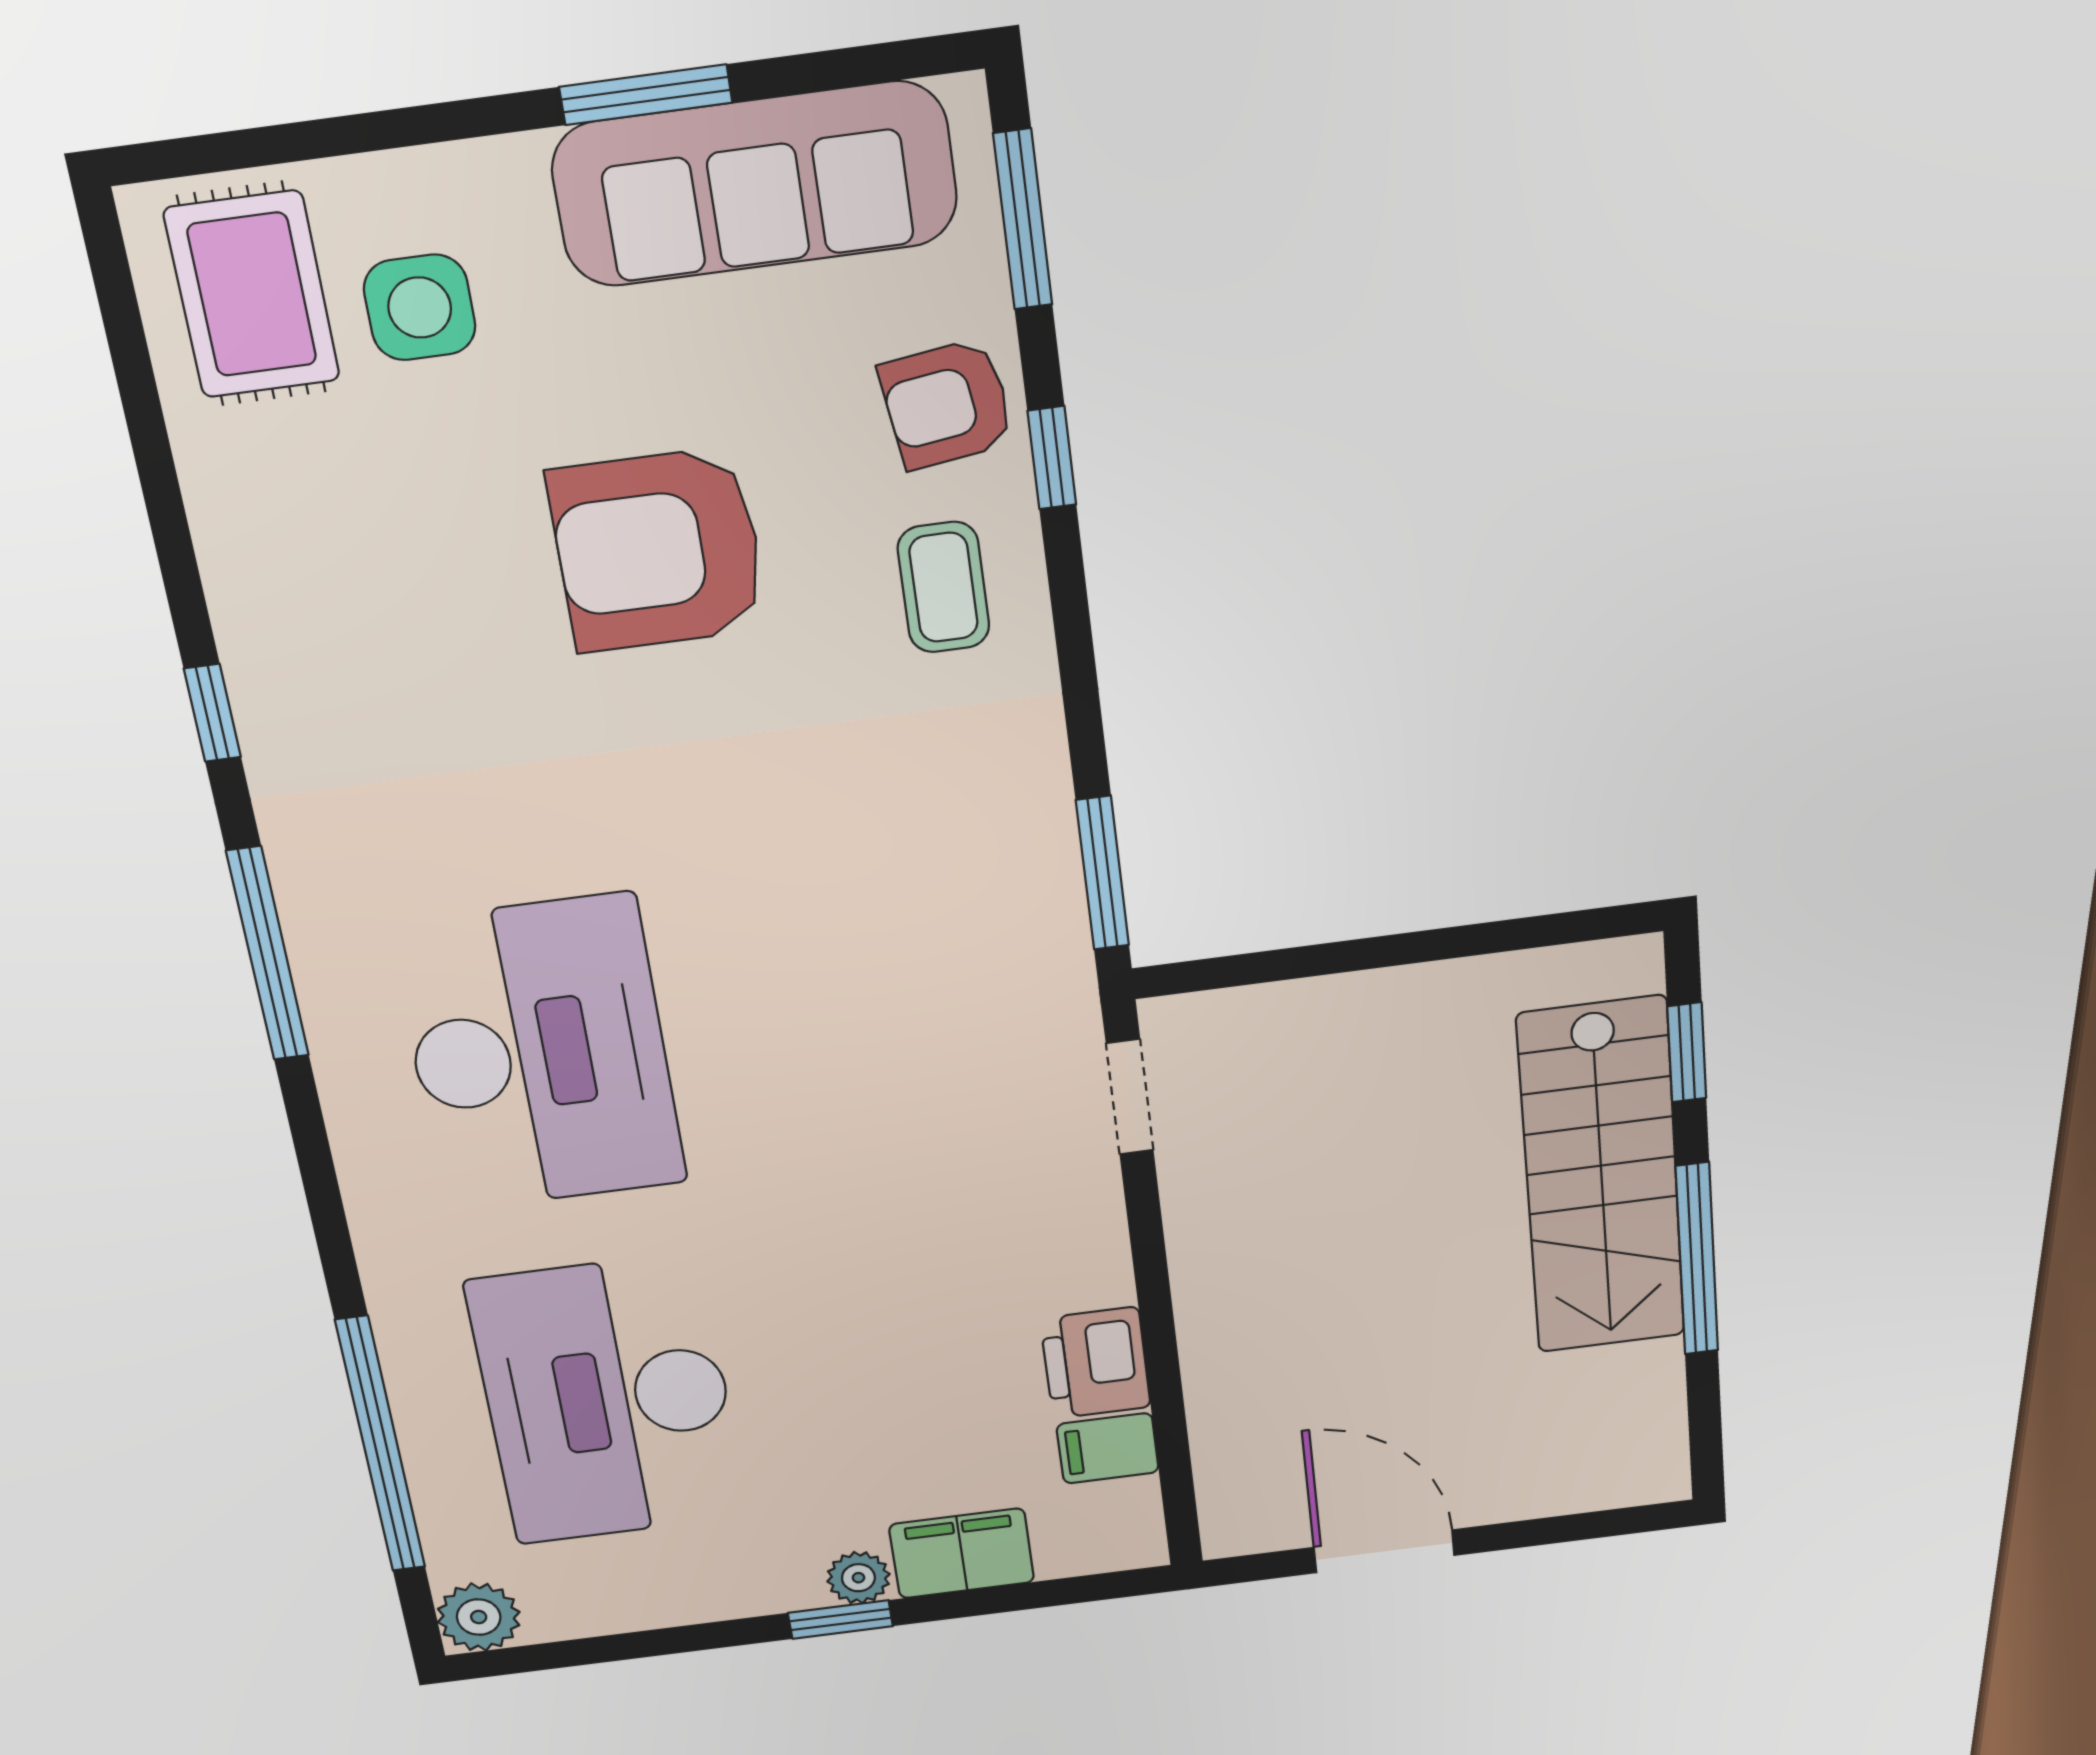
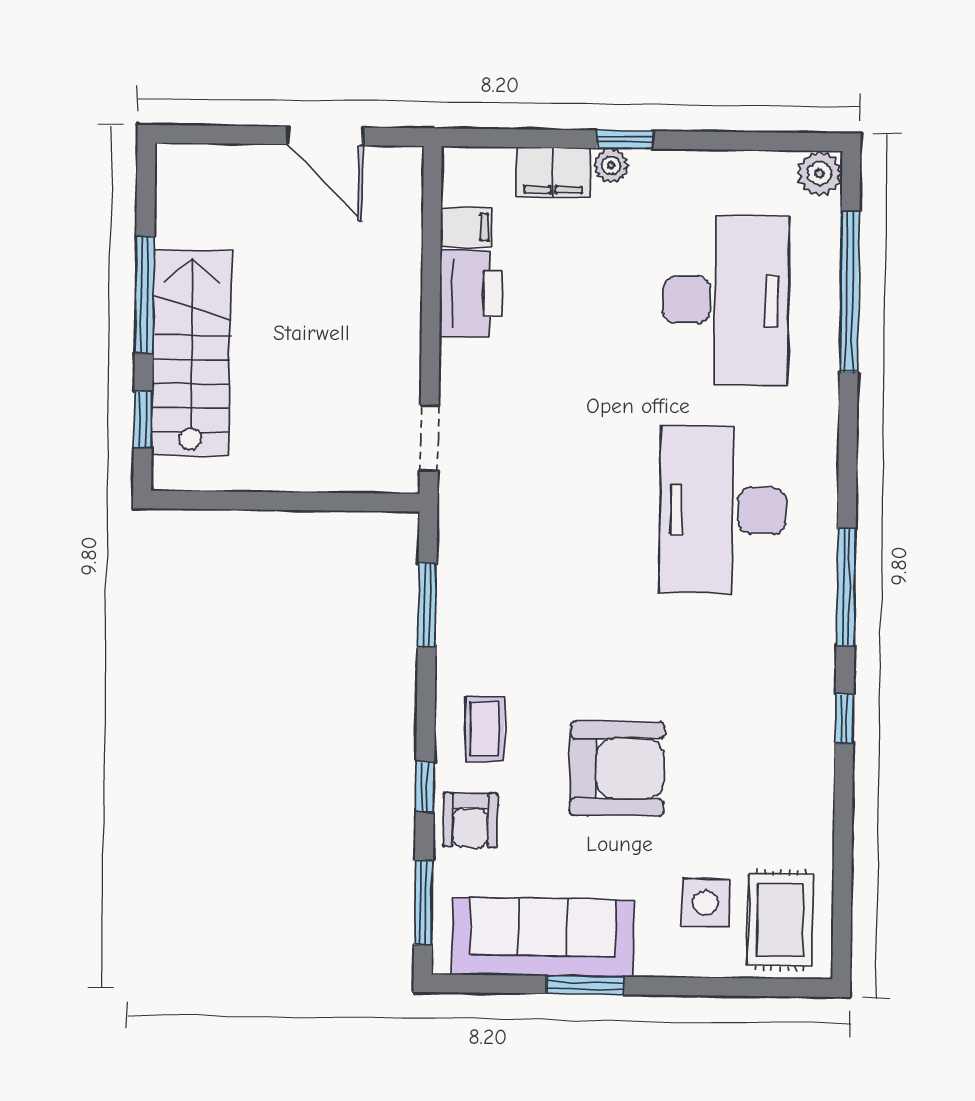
armchair: (947, 404) -> (470, 820), turned 98
window: (1102, 873) -> (427, 605), moved
printer: (1096, 1363) -> (471, 294), width x1.37, depth x1.19

